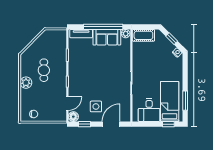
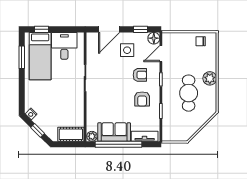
armchair: (83, 65) -> (142, 99), added
cafe table: (44, 70) -> (189, 93), width x1.37, depth x1.35
armchair: (85, 86) -> (140, 75), added

